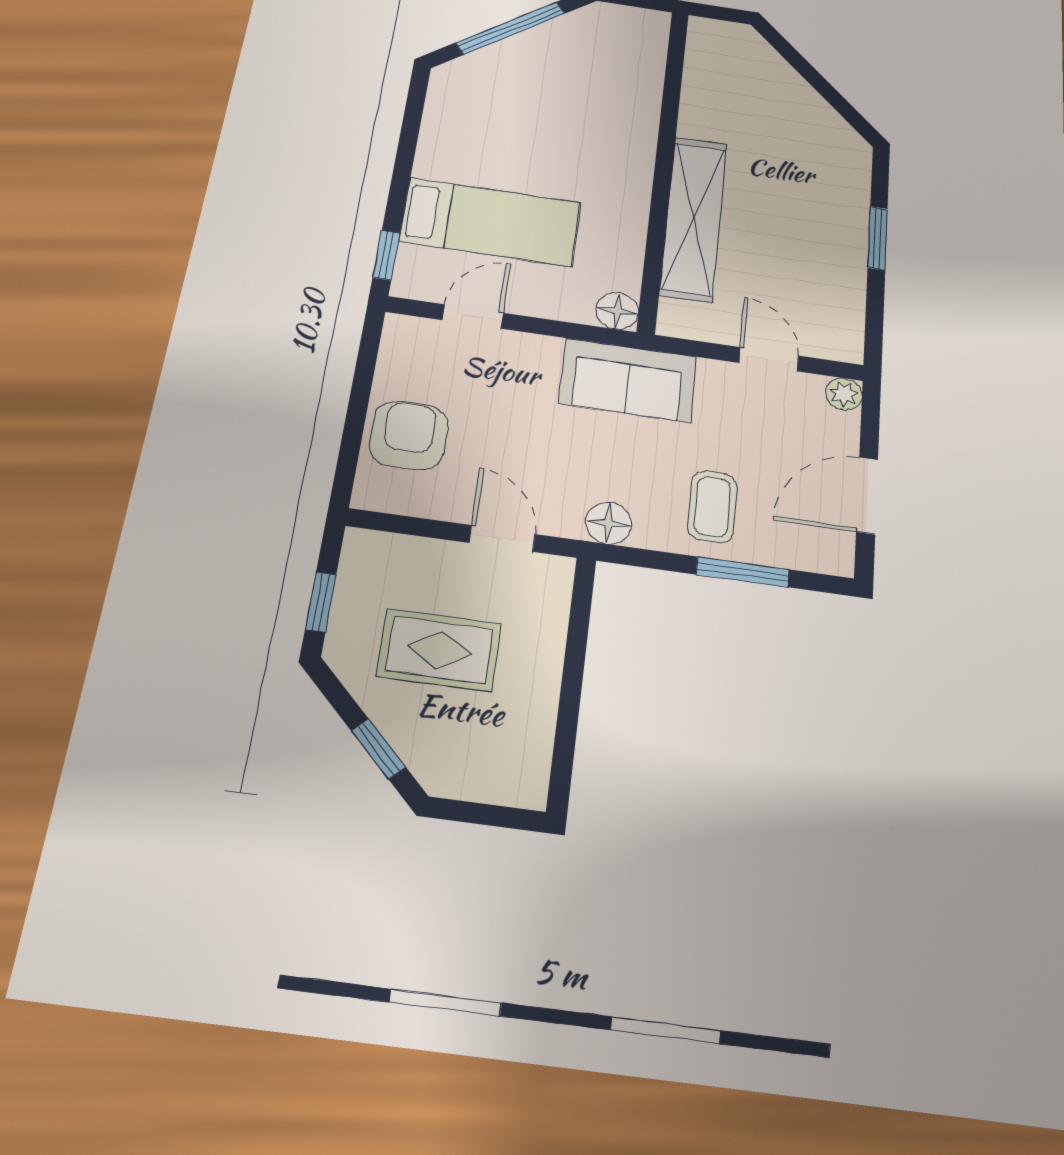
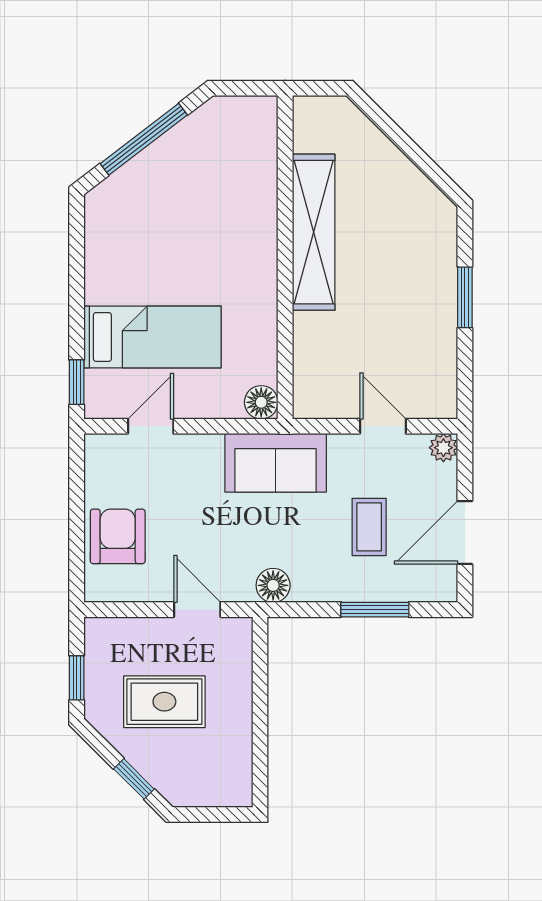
shelving: (693, 218) -> (314, 232), moved
coffee table: (712, 507) -> (369, 527), moved

